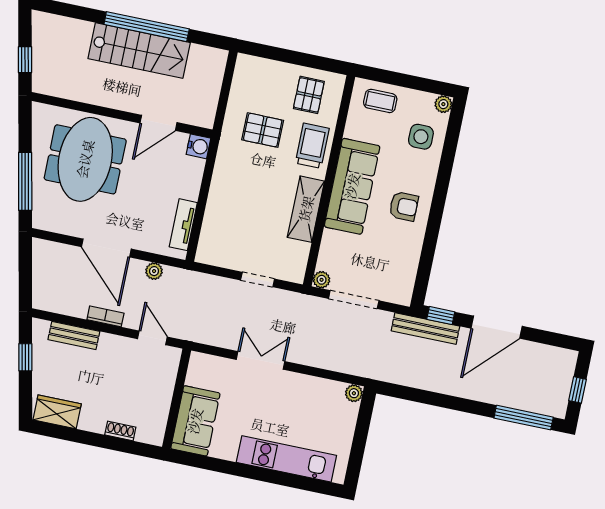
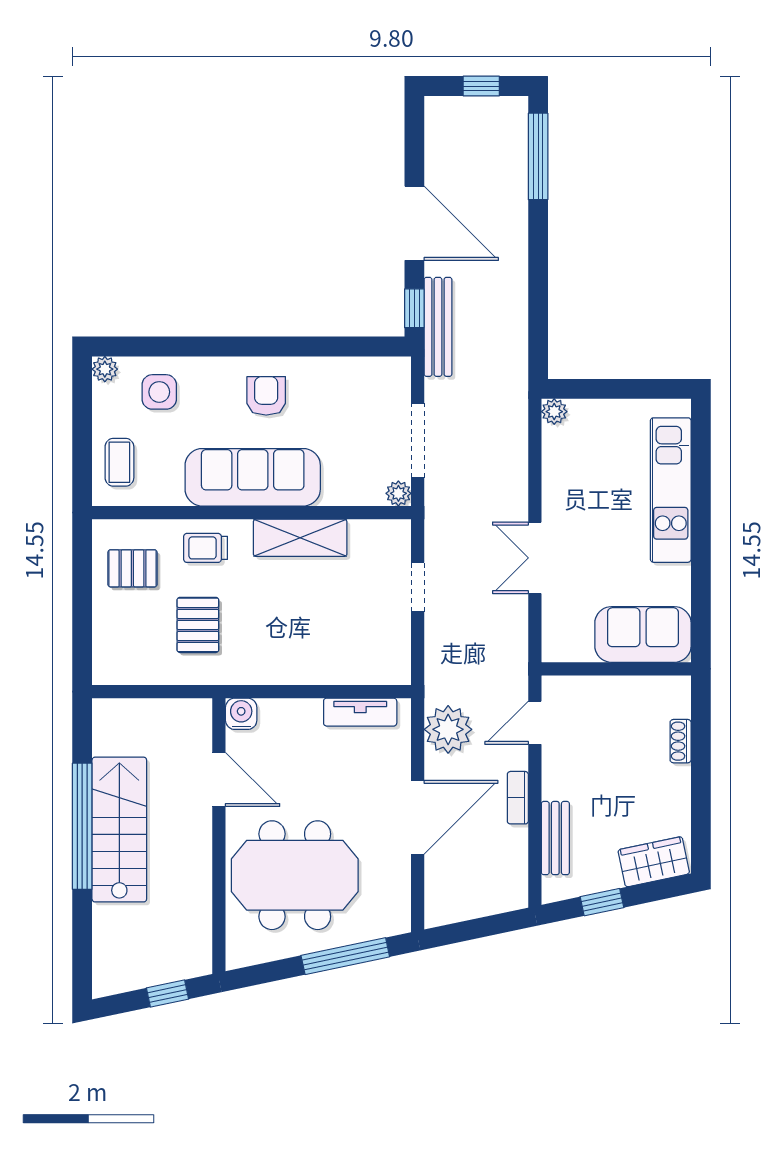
trolley: (312, 146) -> (206, 548), width x0.73, depth x0.72
plant: (154, 271) -> (448, 729), width x1.88, depth x1.88
wardrobe: (57, 412) -> (654, 862), moved, turned 78

